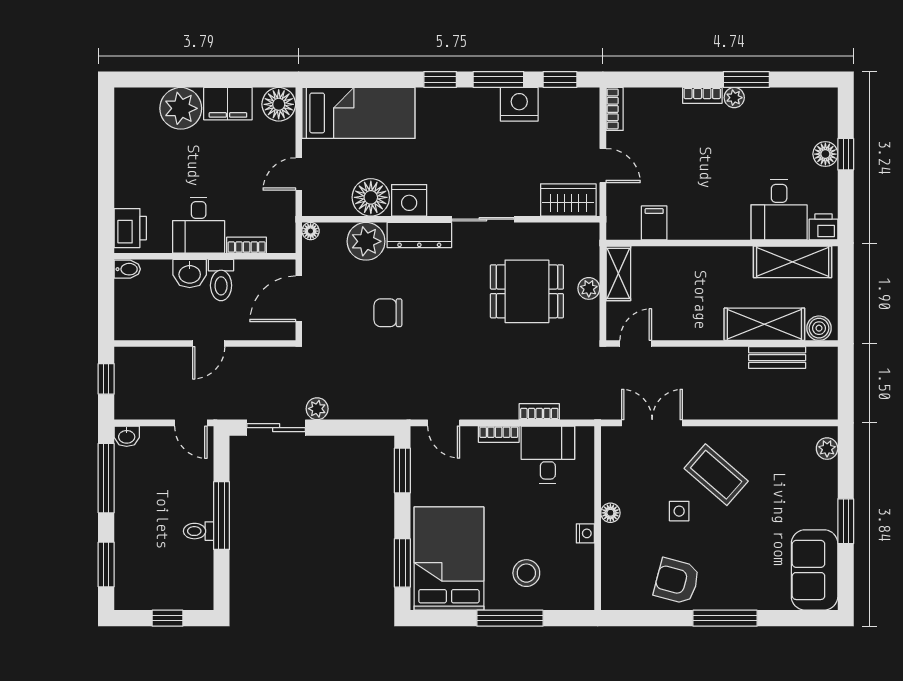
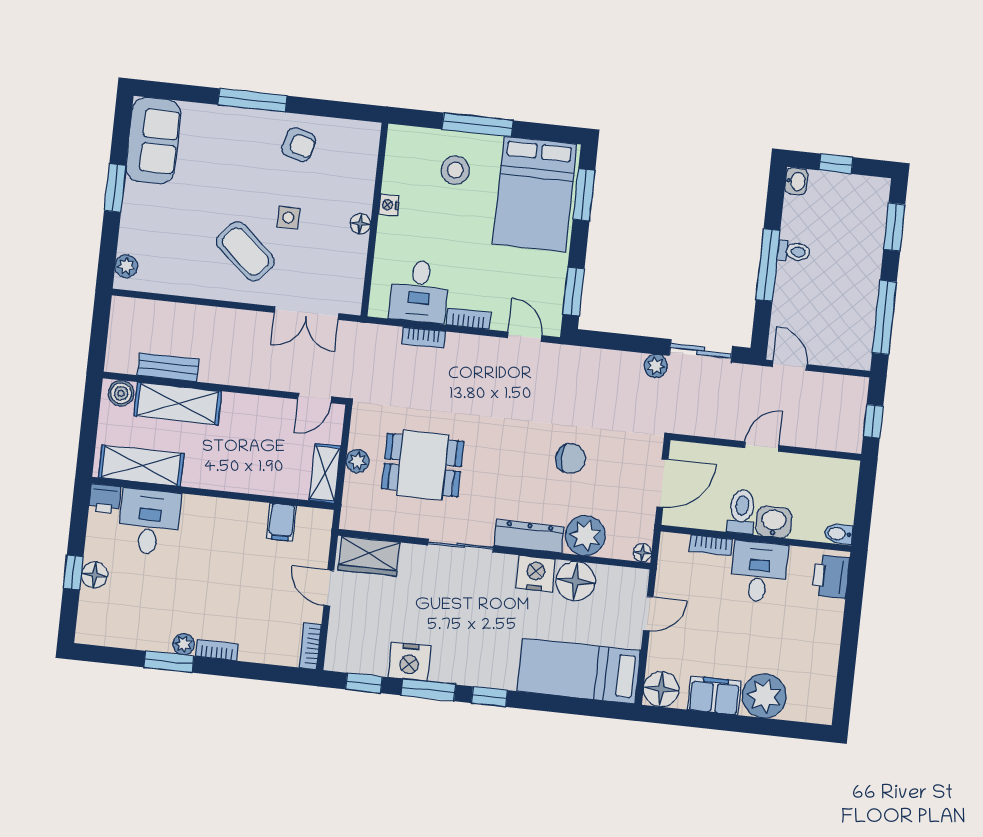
washbasin: (127, 436) -> (796, 181), moved, turned 90
armchair: (677, 581) -> (299, 145), width x0.72, depth x0.72

